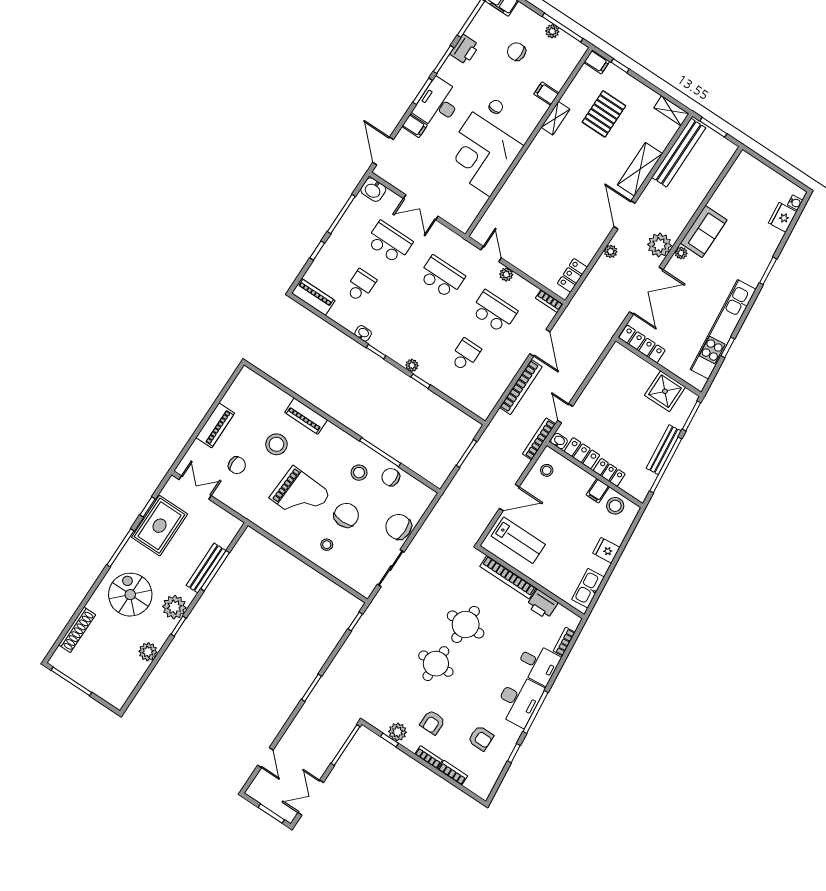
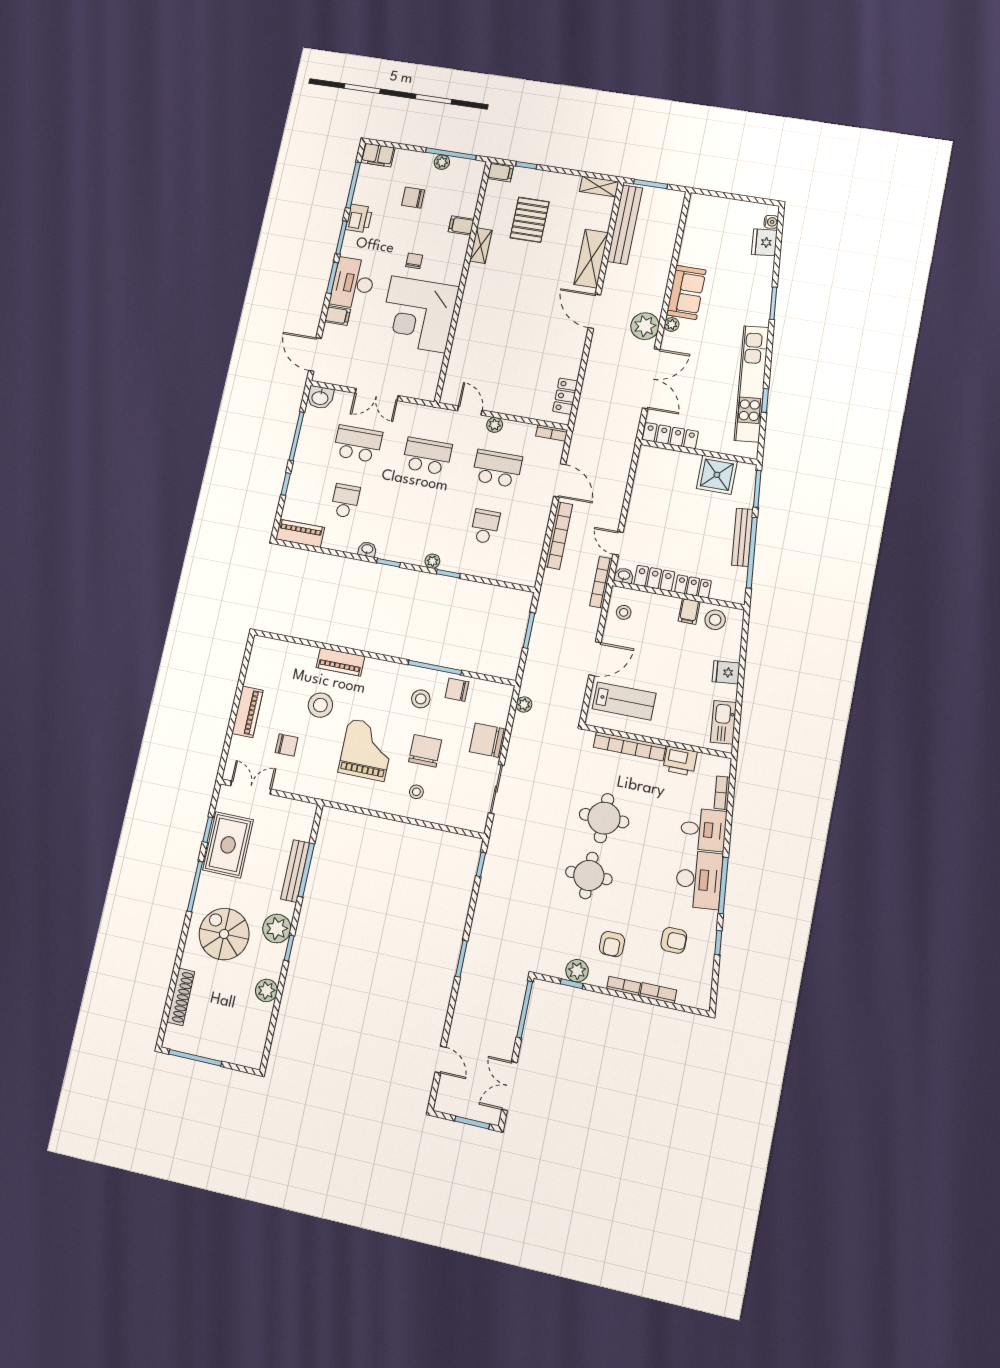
plant: (611, 251) -> (524, 705), moved
grand piano: (300, 495) -> (367, 750), turned -93

